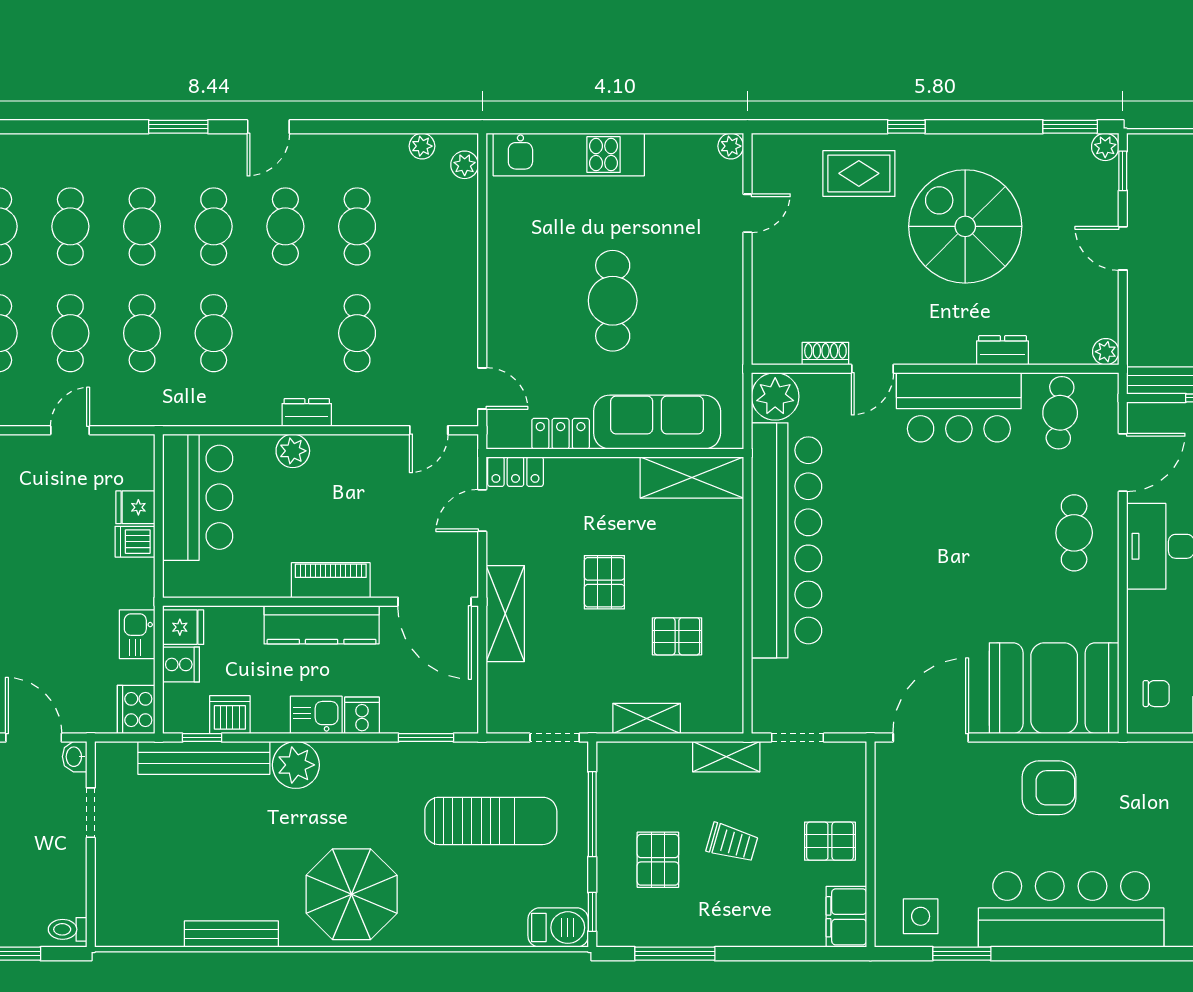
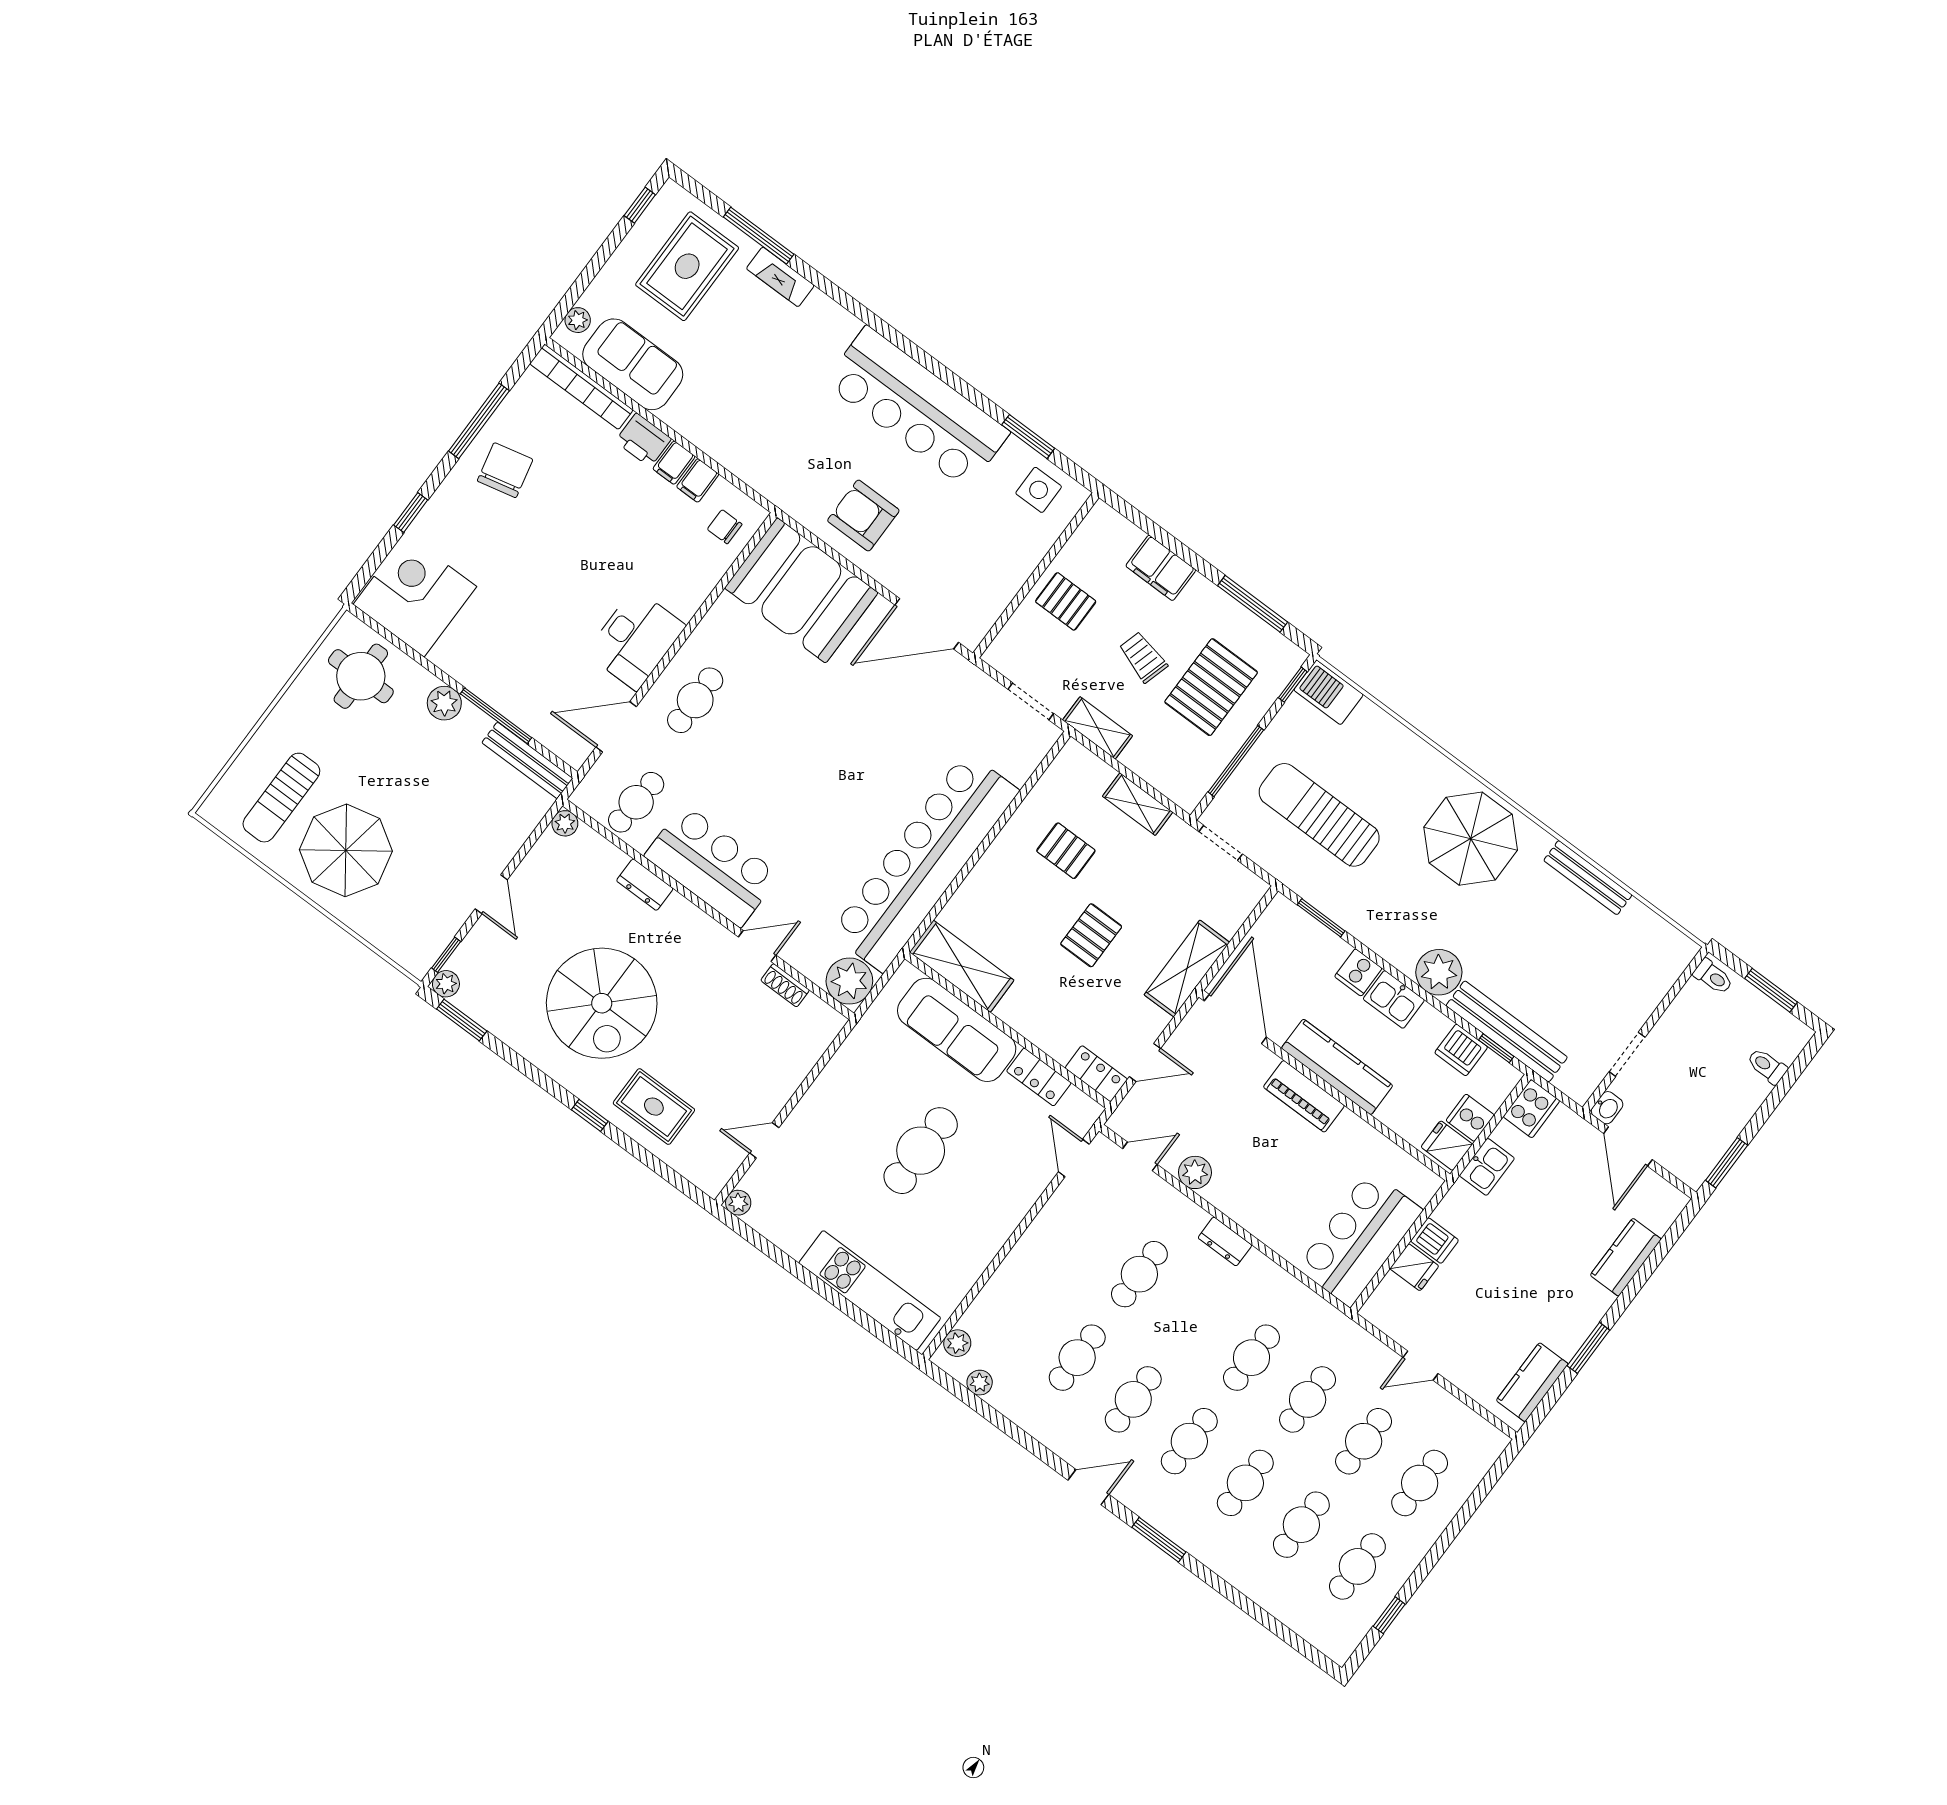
plant: (293, 451) -> (1195, 1172), moved
pallet: (658, 860) -> (1211, 687), width x1.50, depth x1.42
filing cabinet: (846, 917) -> (1161, 568), moved, turned 90

